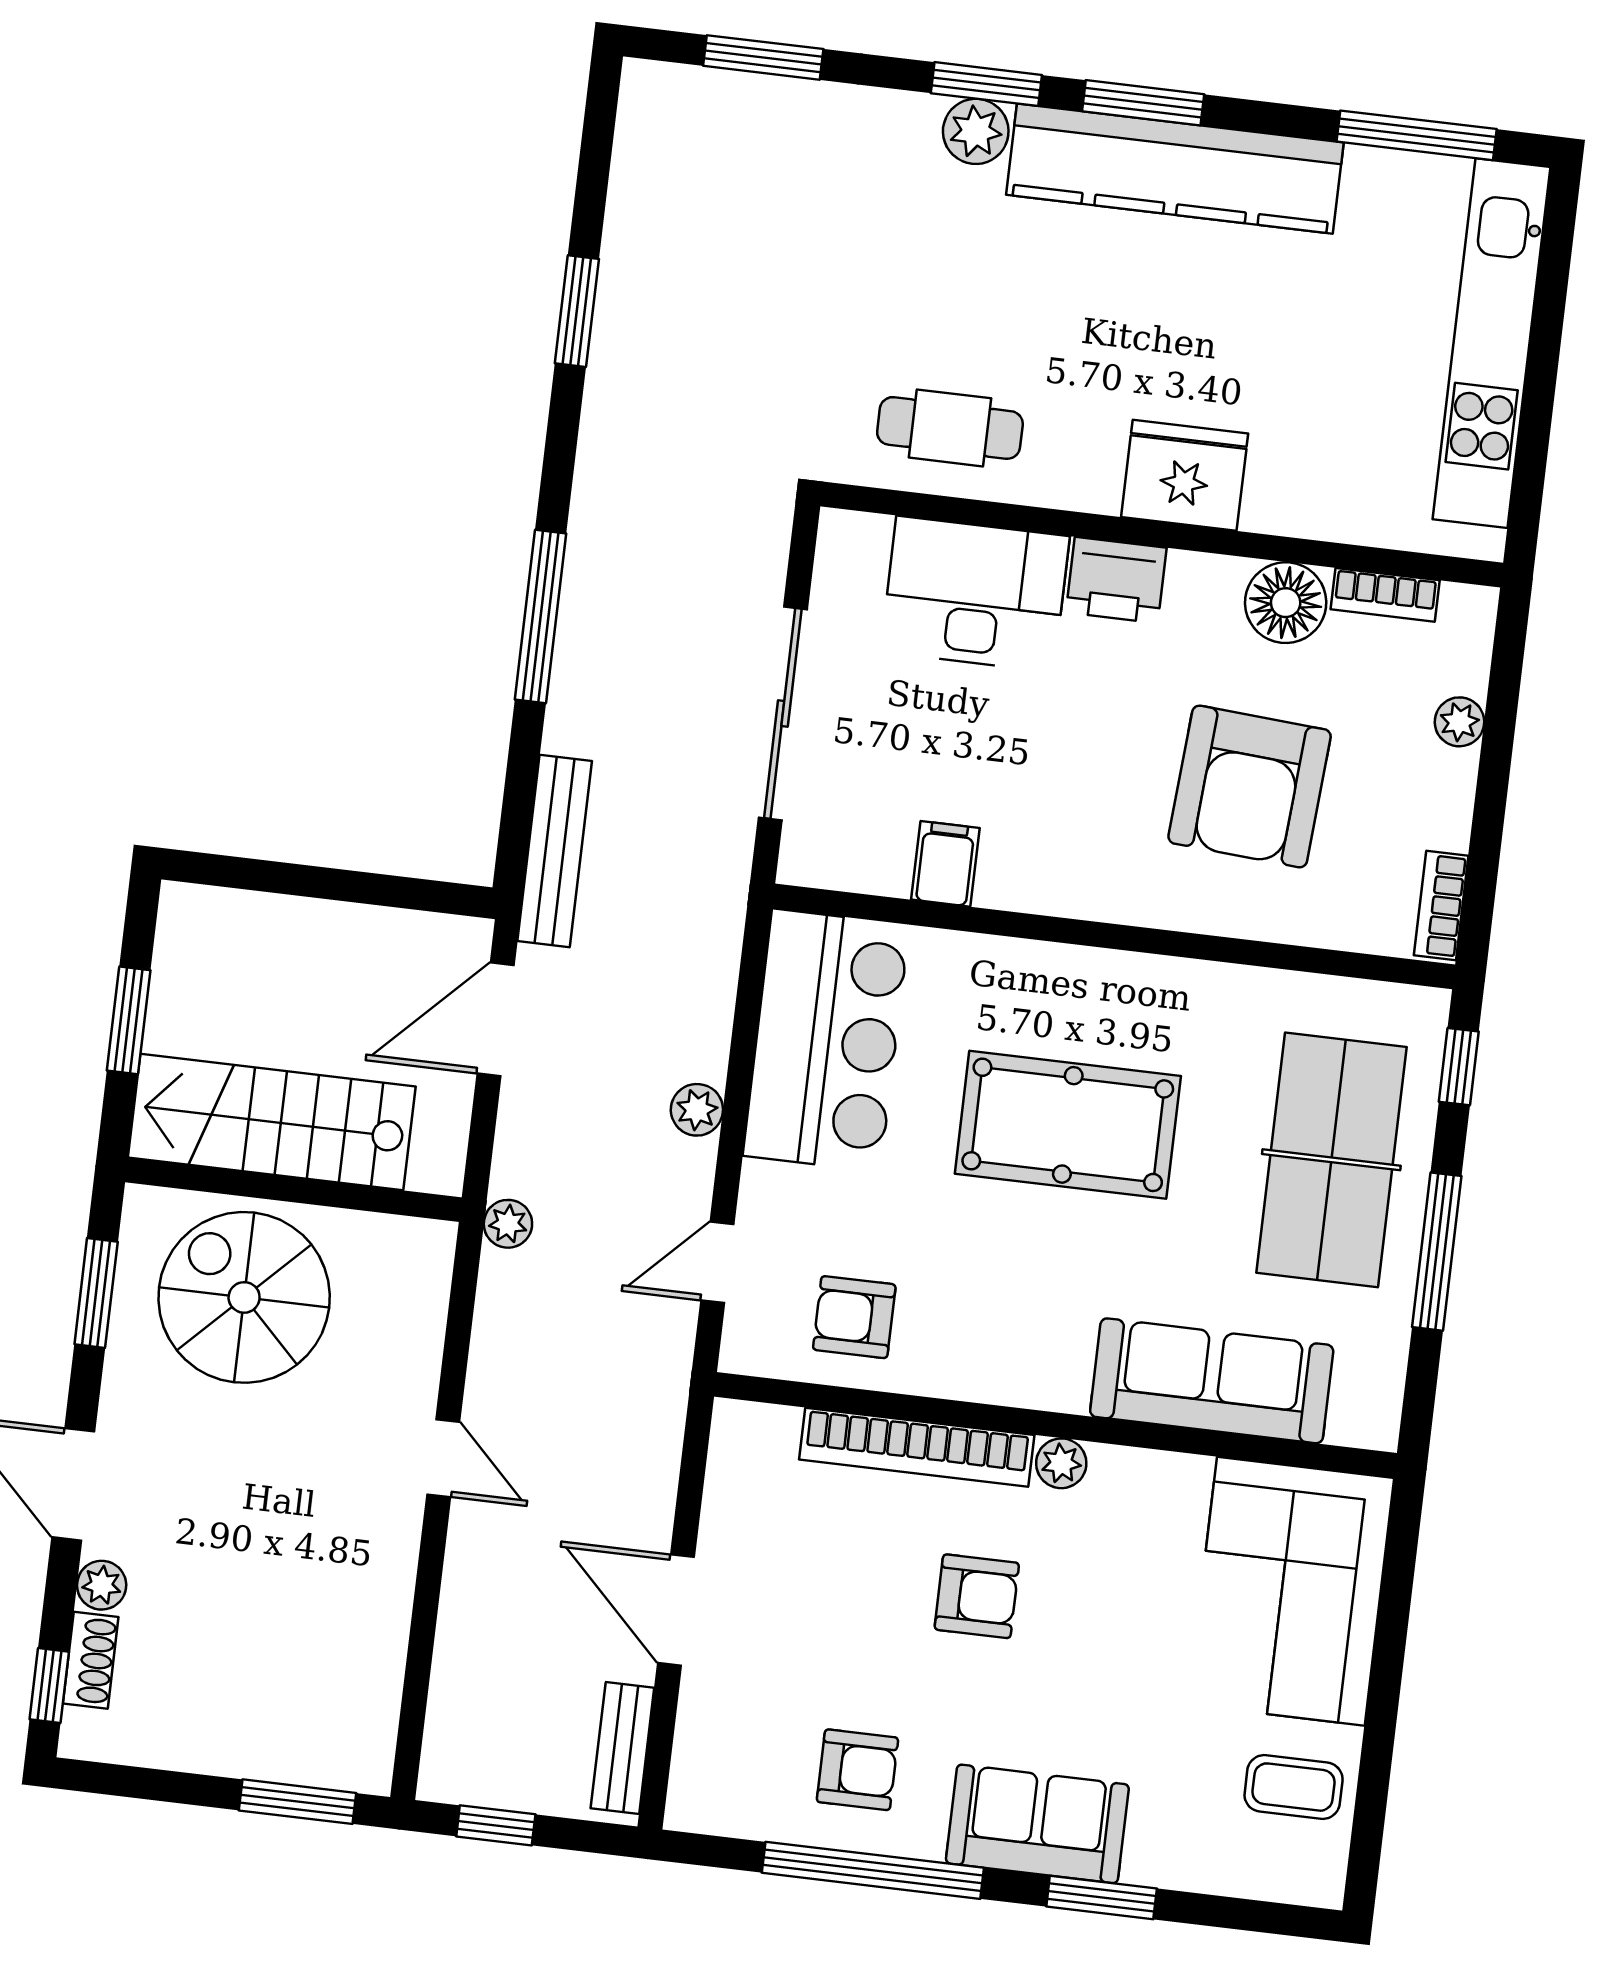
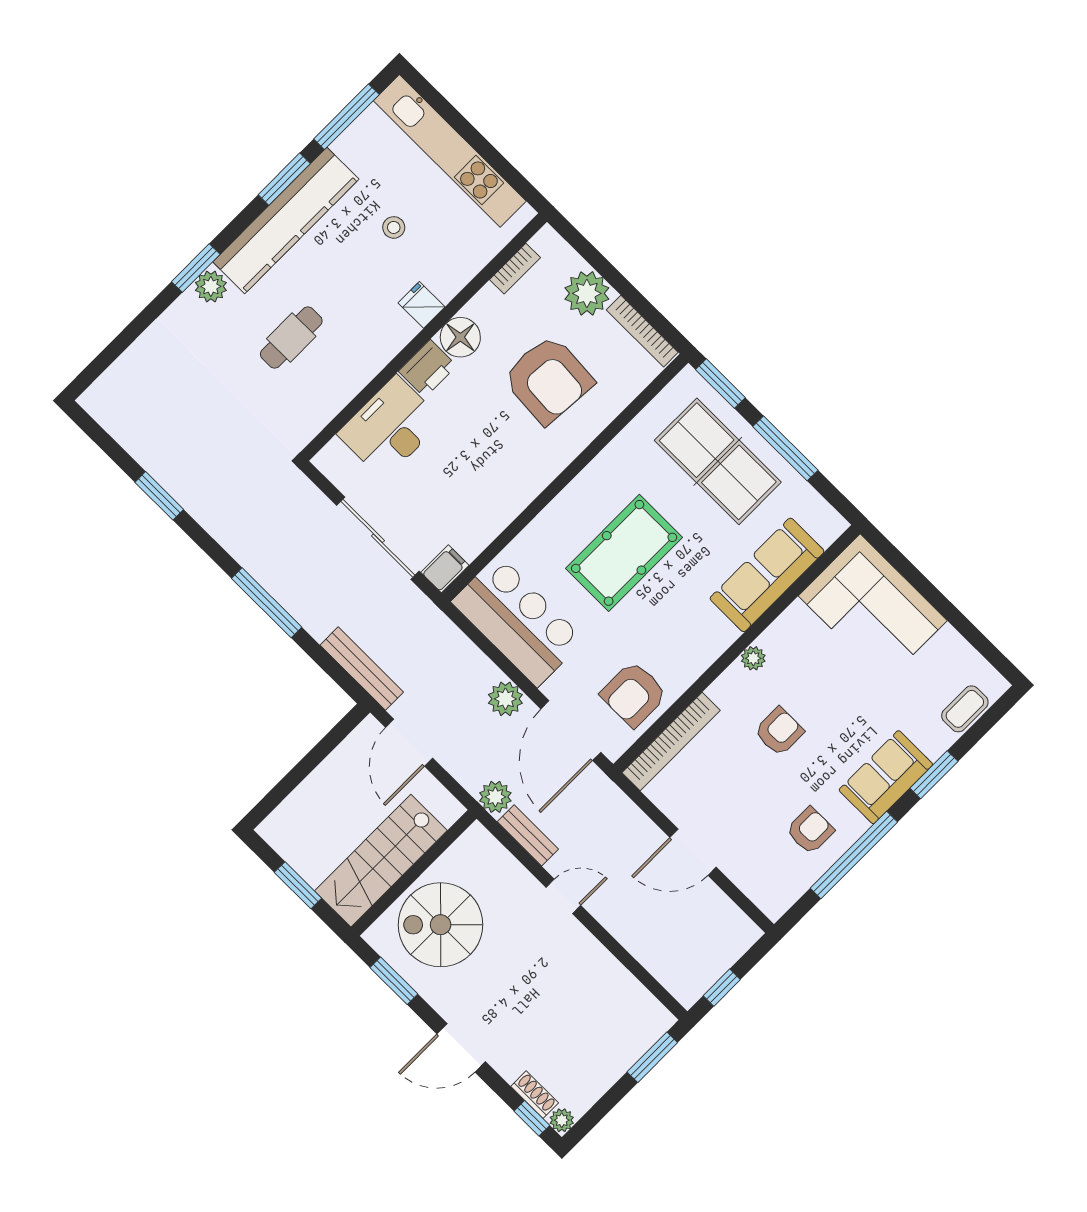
window: (763, 57) -> (118, 346), removed
window: (1143, 103) -> (284, 179), moved
stool: (1299, 349) -> (394, 227), added
cafe table: (950, 428) -> (291, 338), moved
fridge: (1185, 475) -> (422, 305), width x0.53, depth x0.75
floor lamp: (1286, 603) -> (460, 337), moved
plant: (1459, 722) -> (587, 293), width x1.87, depth x1.87
filing cabinet: (945, 864) -> (445, 569), moved, turned 90
bookcase: (1441, 905) -> (642, 331), width x1.56
window: (1459, 1067) -> (720, 384), width x1.50
plant: (697, 1110) -> (505, 699), width x1.38, depth x1.38
plant: (508, 1224) -> (495, 797), width x1.38, depth x1.38
door: (717, 1262) -> (571, 731), width x1.88
armchair: (854, 1317) -> (634, 694), width x1.38, depth x1.38
bookcase: (917, 1447) -> (671, 742), moved
plant: (102, 1585) -> (562, 1120), moved
bench: (622, 1748) -> (528, 835), moved
coffee table: (1294, 1787) -> (965, 709), moved

